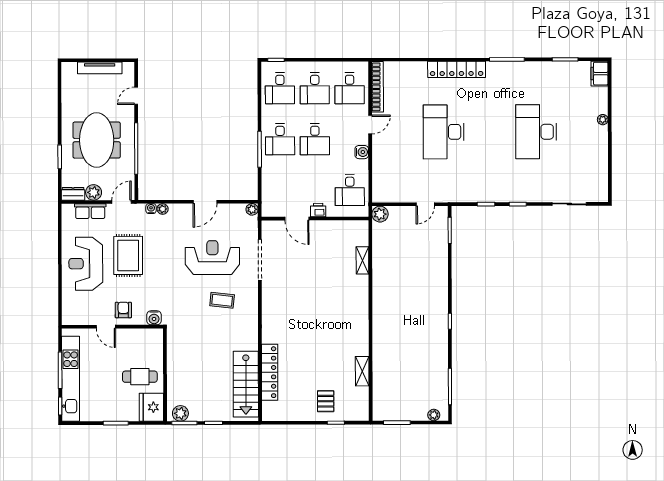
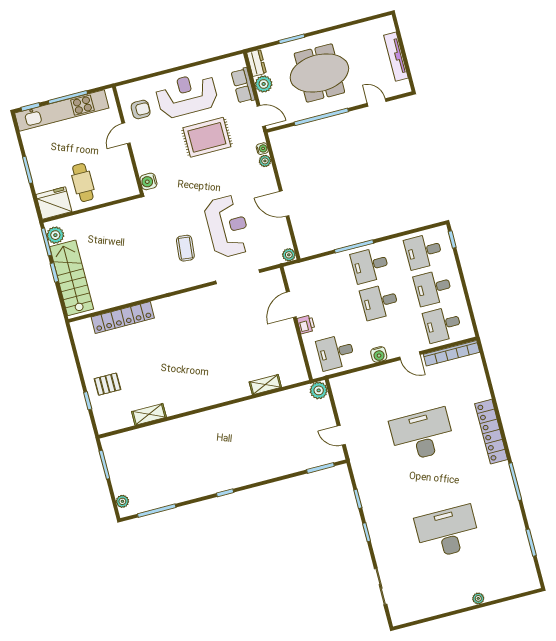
filing cabinet: (600, 74) -> (526, 583), removed
armchair: (123, 310) -> (141, 109), moved
stairs: (246, 384) -> (72, 278), moved, turned 90

